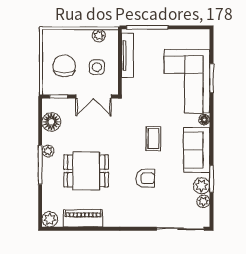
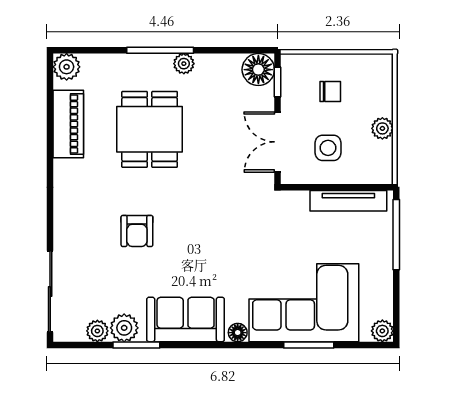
plant: (99, 36) -> (382, 128), moved
plant: (203, 36) -> (382, 331), added
chair: (64, 66) -> (330, 91), width x0.54, depth x0.54
floor lamp: (51, 122) -> (258, 70), moved
coffee table: (154, 139) -> (205, 245), removed

